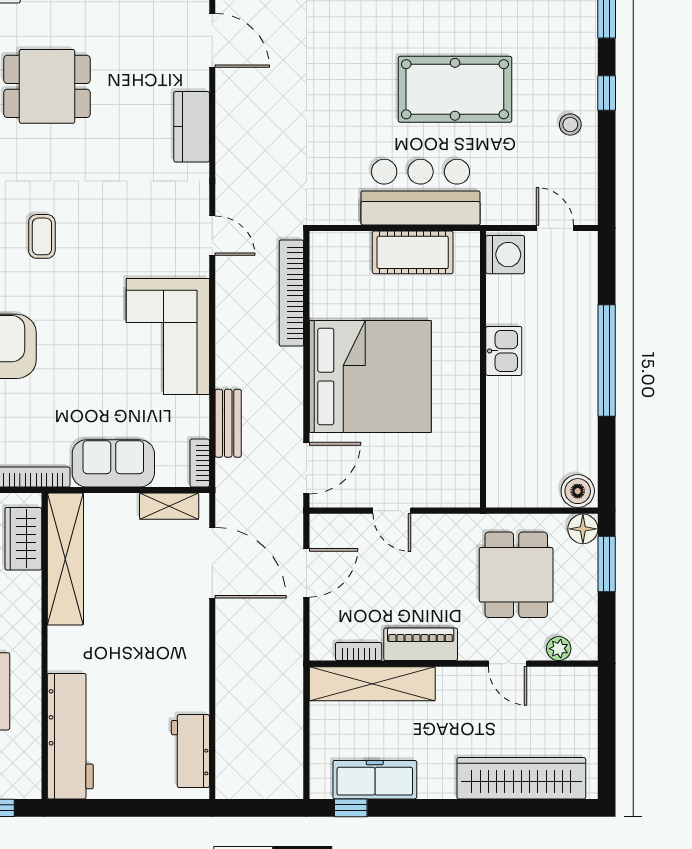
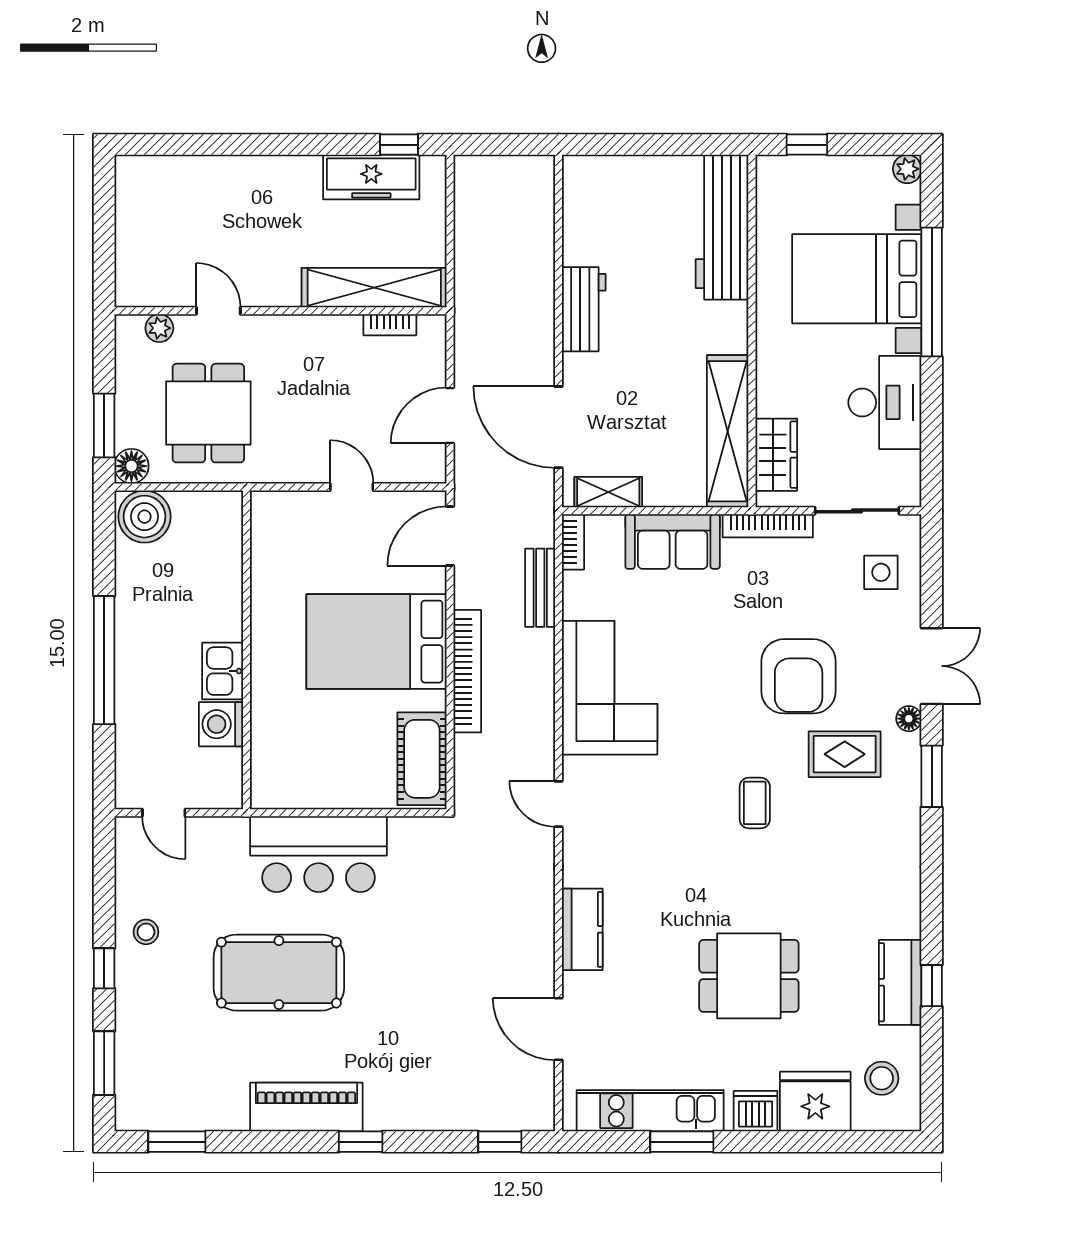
cot: (413, 252) -> (422, 759), moved, turned 90
washing machine: (505, 255) -> (221, 724), moved
bookcase: (291, 293) -> (467, 671), moved
bed: (370, 377) -> (376, 642), width x0.73
boiler: (578, 491) -> (144, 517), width x1.37, depth x1.37
piano: (421, 644) -> (318, 333), removed
workbench: (190, 751) -> (584, 309), moved
wardrobe: (521, 778) -> (202, 179), removed

